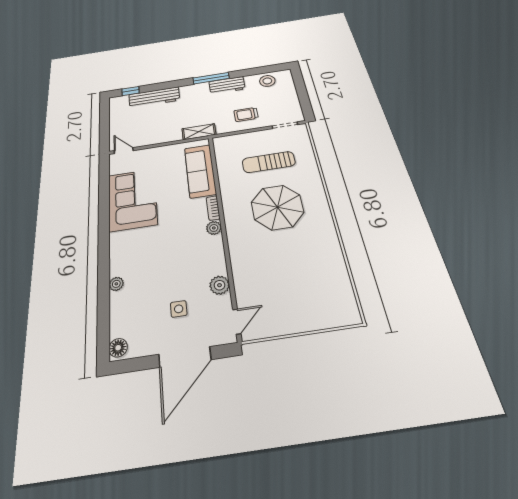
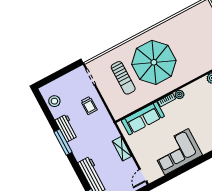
shelving: (199, 132) -> (122, 149), moved
parasol: (277, 207) -> (154, 62), width x1.36, depth x1.36

